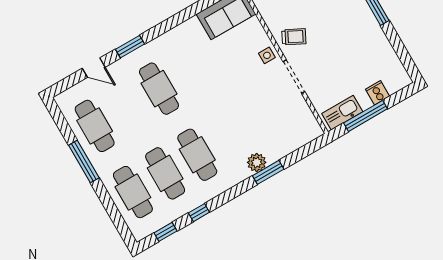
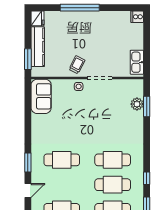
cooker: (378, 93) -> (137, 17), moved
window: (366, 116) -> (147, 50), removed
plant: (257, 162) -> (137, 104), moved
window: (268, 172) -> (147, 106), moved

